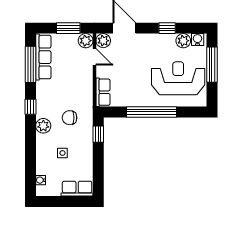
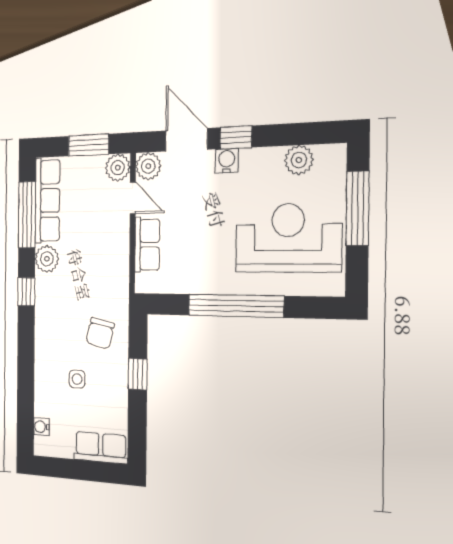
window: (167, 28) -> (236, 137), moved
water cooler: (198, 40) -> (227, 161), moved
row of seats: (103, 92) -> (147, 245), moved
chair: (70, 118) -> (100, 333), moved, turned -77
plant: (43, 126) -> (47, 259), moved
window: (98, 134) -> (138, 374), moved

